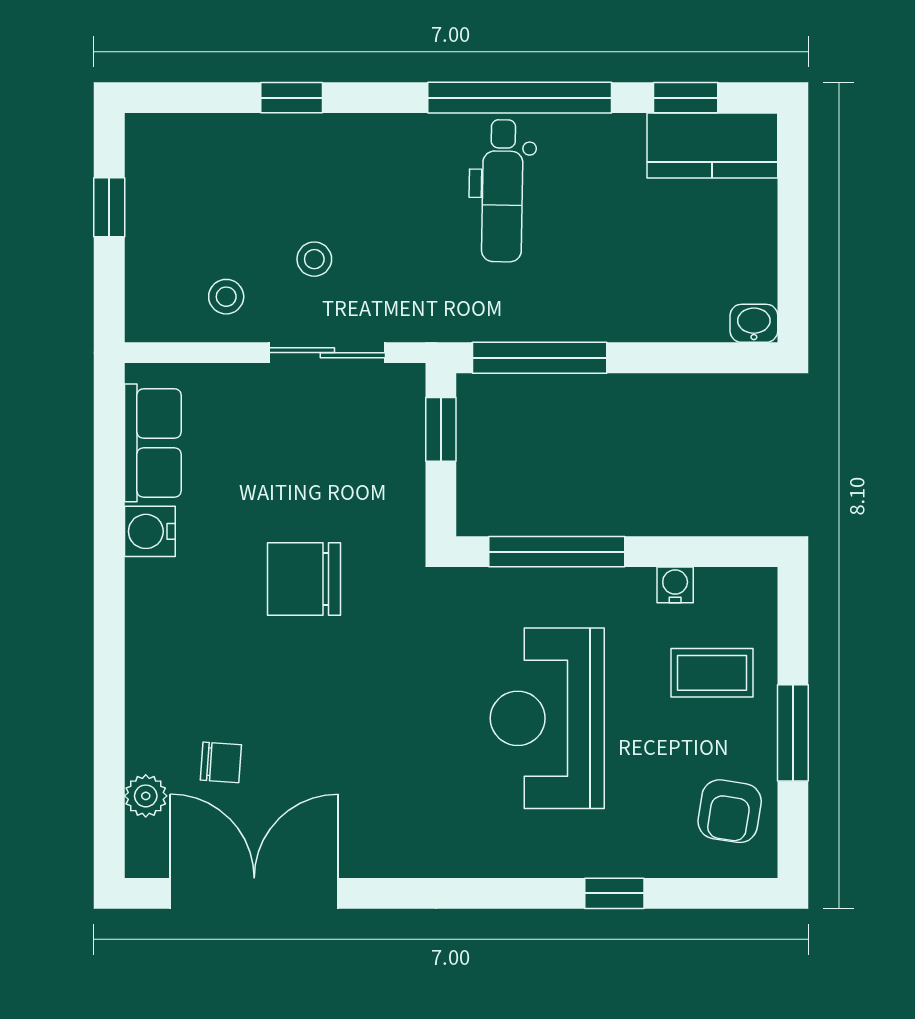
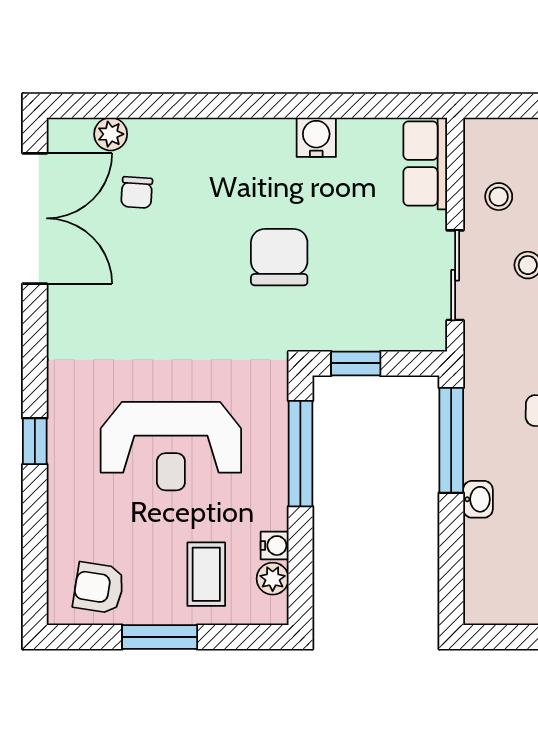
washbasin: (754, 323) -> (478, 499), moved
window: (441, 429) -> (356, 363), moved
row of seats: (153, 443) -> (425, 163), moved, turned 90
plant: (718, 588) -> (273, 579), added
reception desk: (547, 718) -> (171, 446), turned 180
window: (614, 893) -> (35, 441), moved

